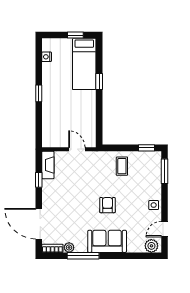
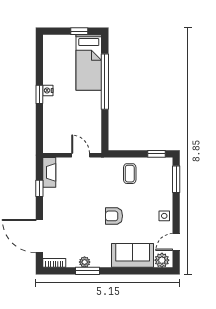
nightstand: (47, 57) -> (48, 90), moved
window: (99, 82) -> (105, 82), width x3.17
armchair: (107, 205) -> (114, 216), turned -90
sofa: (107, 241) -> (133, 255), moved
plant: (69, 247) -> (85, 262), moved
window: (83, 256) -> (88, 271), width x0.69

